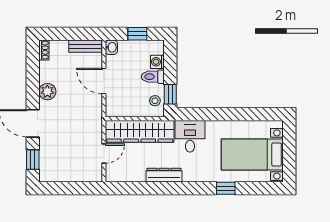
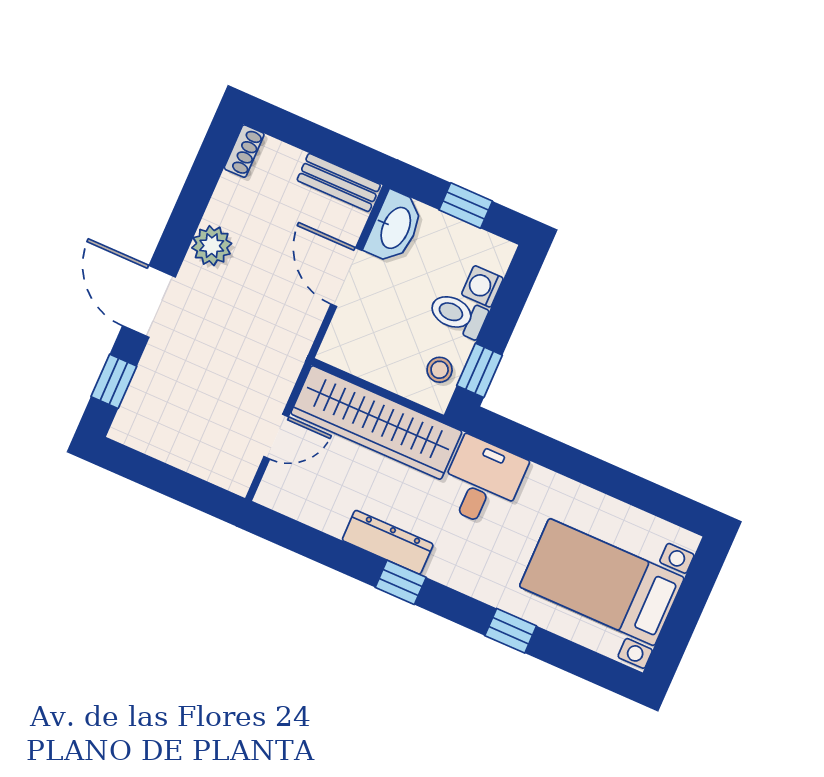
washbasin: (111, 47) -> (395, 227), width x1.91, depth x1.45
window: (176, 188) -> (401, 582), added

